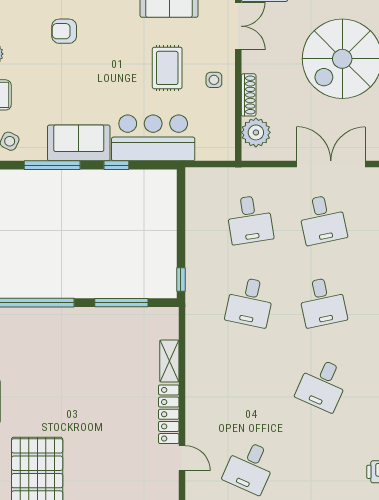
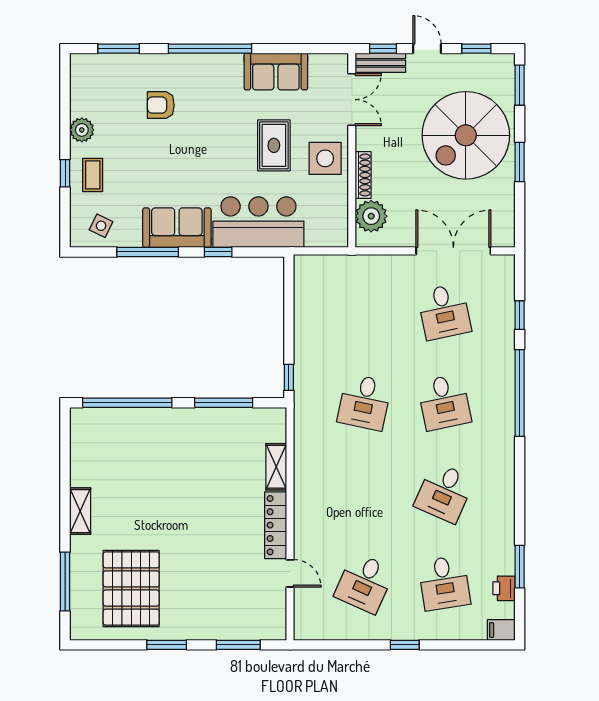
side table: (214, 80) -> (325, 158), width x1.87, depth x1.87
desk: (250, 220) -> (444, 583), moved

